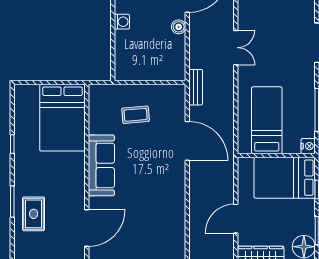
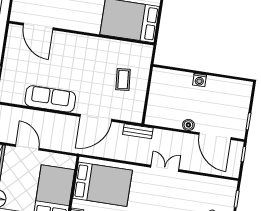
double door: (236, 48) -> (165, 168), swing flipped
bed: (267, 120) -> (103, 184), width x1.50
sofa: (101, 165) -> (50, 99), moved, turned 180

